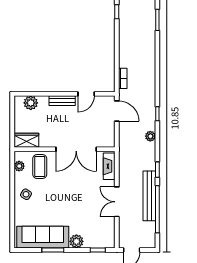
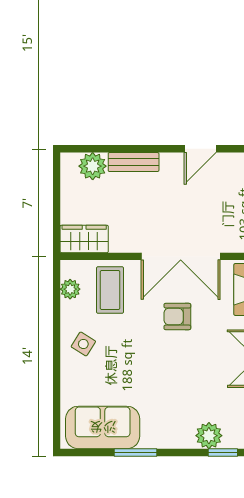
bench: (62, 101) -> (134, 162), moved
armchair: (74, 180) -> (177, 317), added
sofa: (43, 237) -> (103, 427), width x0.73
plant: (76, 241) -> (209, 436), moved

